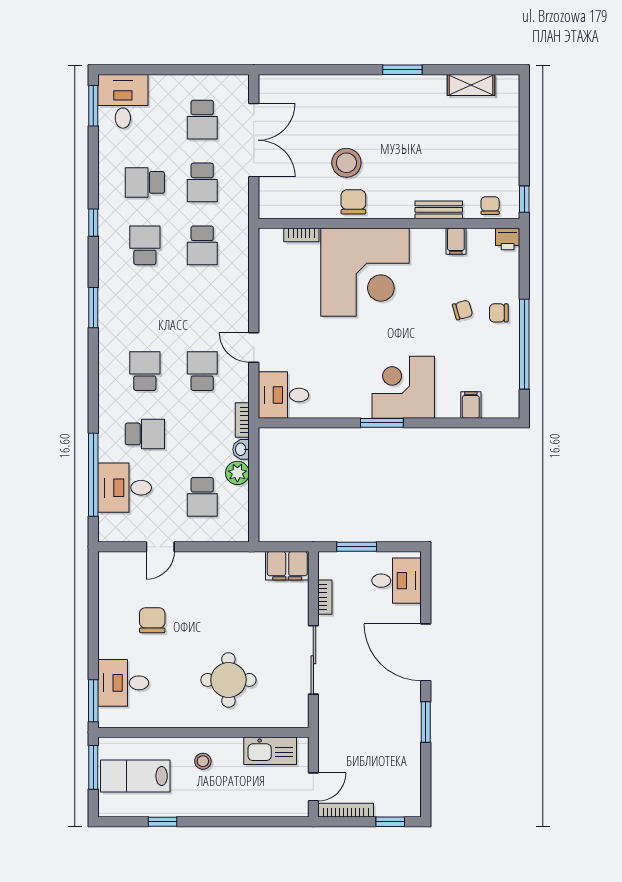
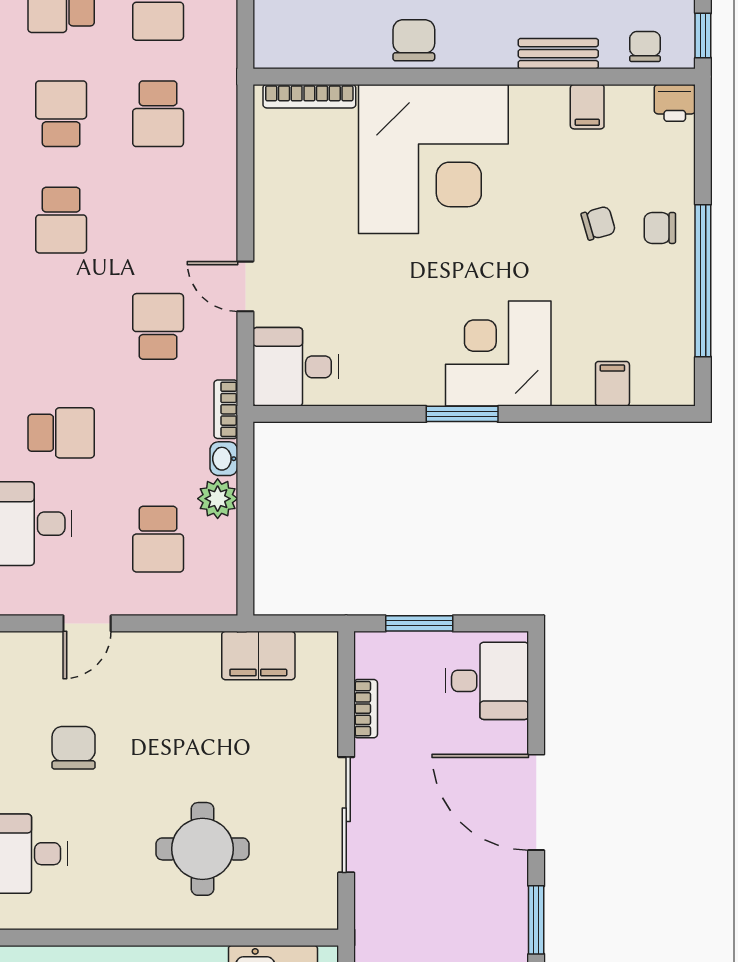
bookcase: (301, 235) -> (309, 96), width x1.56
school desk: (145, 371) -> (61, 220), moved, turned 180
filing cabinet: (287, 566) -> (258, 655), moved

